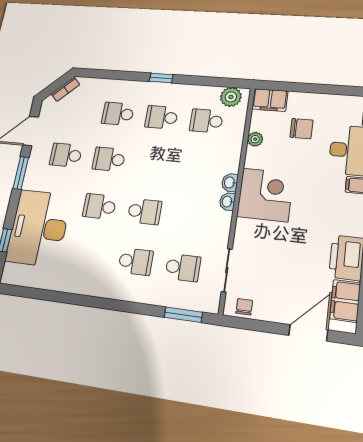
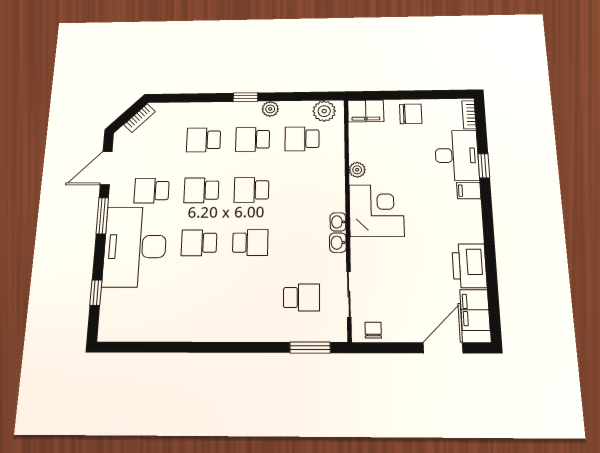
plant: (182, 91) -> (270, 109), added
chair: (301, 129) -> (411, 114), moved
plant: (255, 139) -> (357, 170), moved
washbasin: (230, 183) -> (338, 243), moved
desk: (39, 228) -> (135, 247), moved
school desk: (136, 261) -> (251, 190), moved, turned 180

